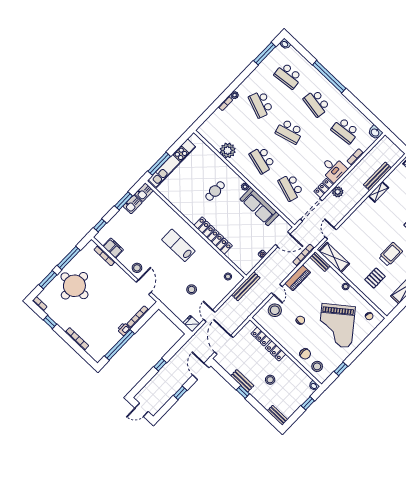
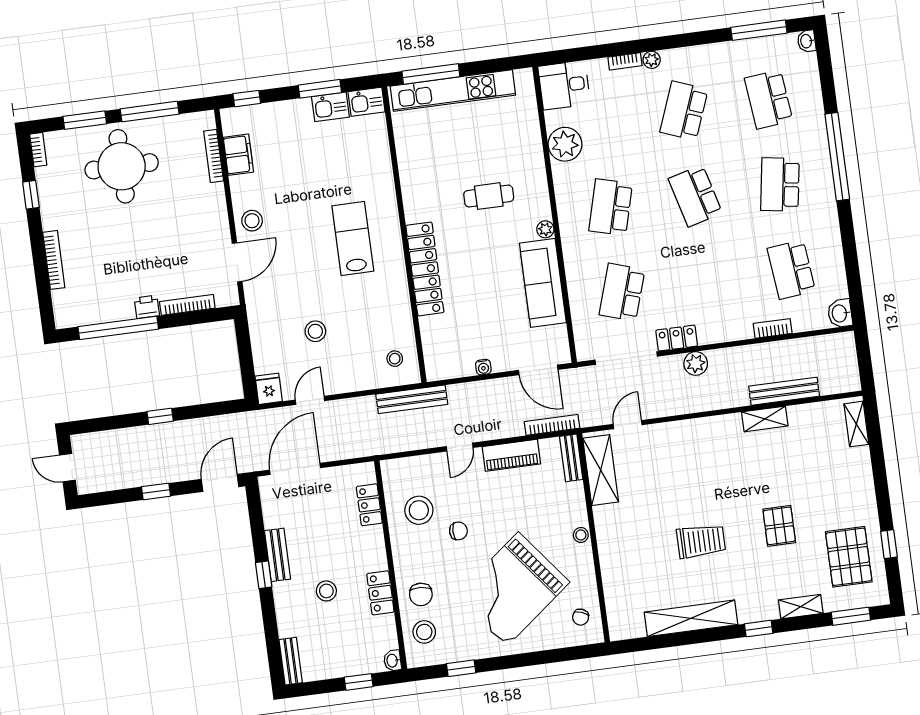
desk: (333, 169) -> (564, 85), moved, turned 90
pallet: (375, 278) -> (642, 560), removed
stool: (275, 310) -> (419, 510), moved
locker: (276, 351) -> (380, 593), moved

